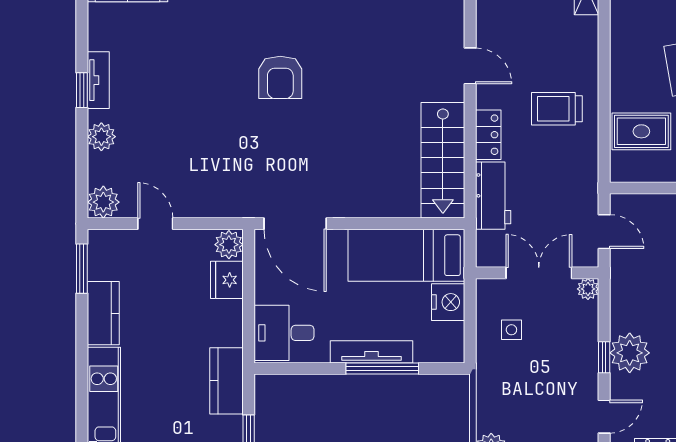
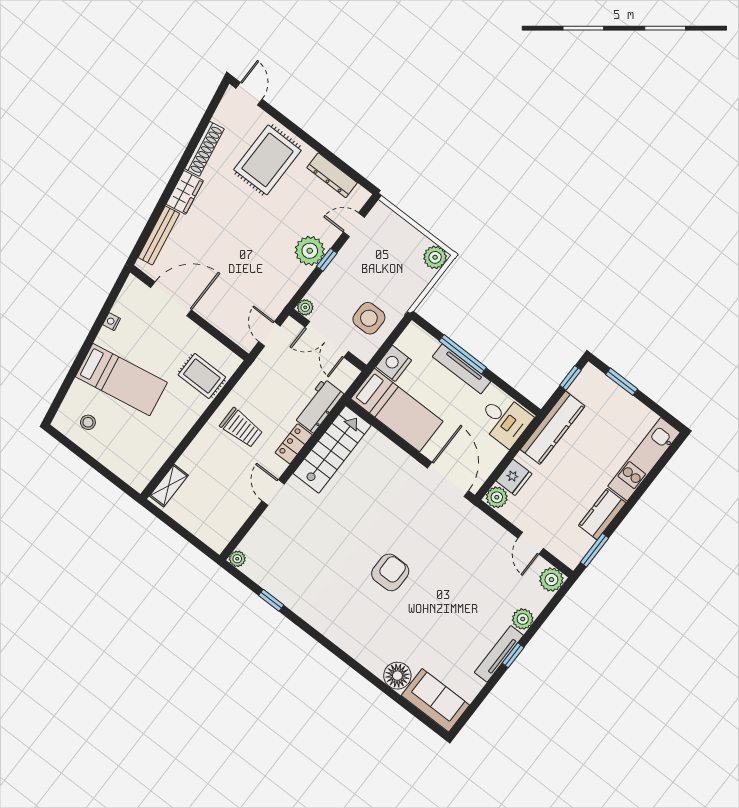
tv unit: (98, 80) -> (499, 654), width x1.41
side table: (511, 330) -> (369, 318), width x1.87, depth x1.87
kitchen counter: (227, 381) -> (553, 428), width x1.50

